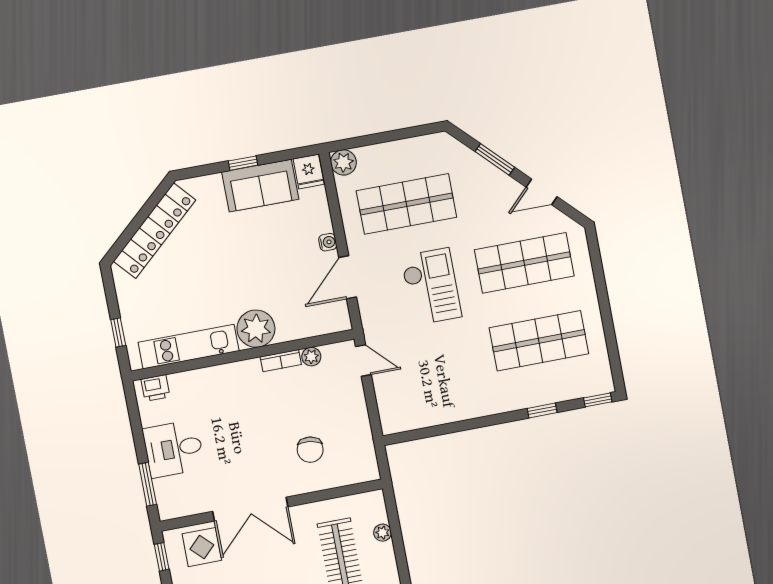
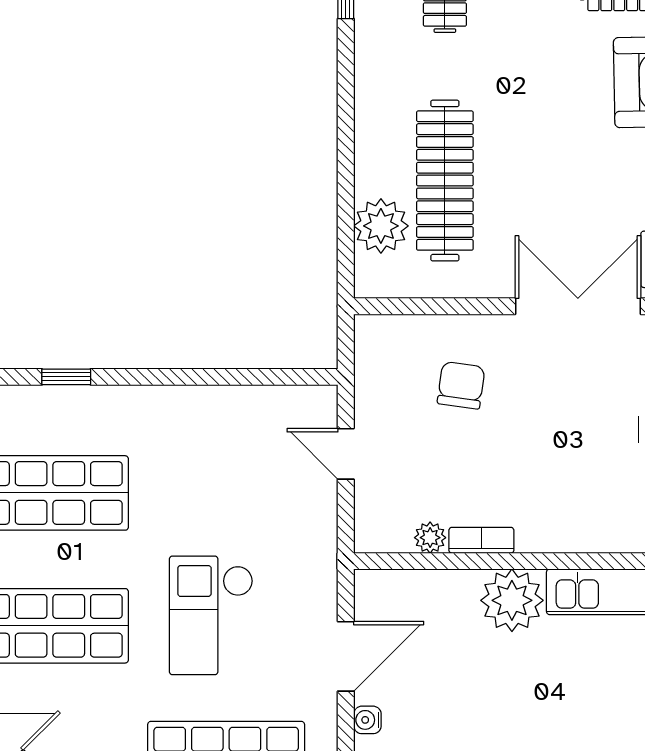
door: (363, 361) -> (346, 454), moved
plant: (382, 533) -> (381, 226), width x1.88, depth x1.88

